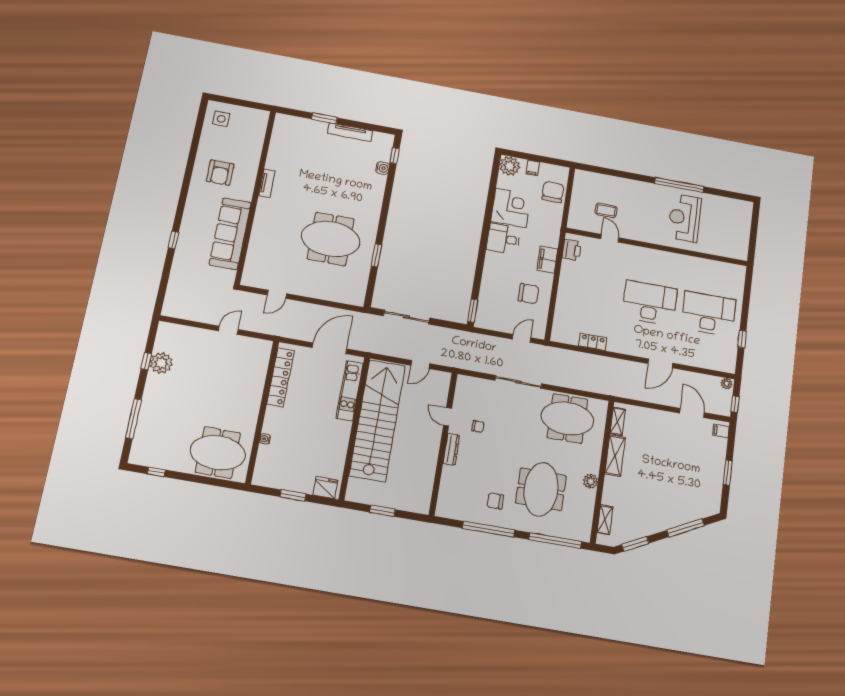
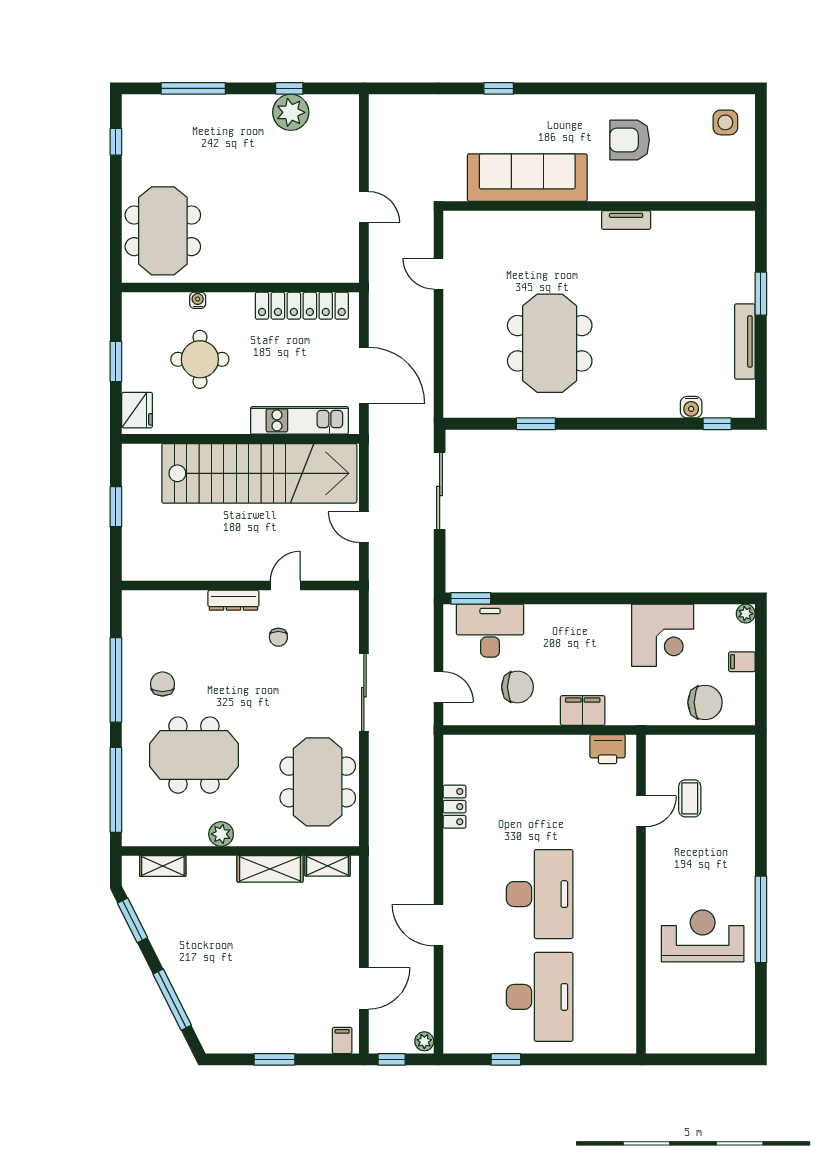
plant: (510, 166) -> (746, 614), width x0.53, depth x0.53
desk: (503, 239) -> (490, 631), moved, width x1.37
chair: (528, 294) -> (518, 687), turned -90
round table: (301, 444) -> (200, 359), added

